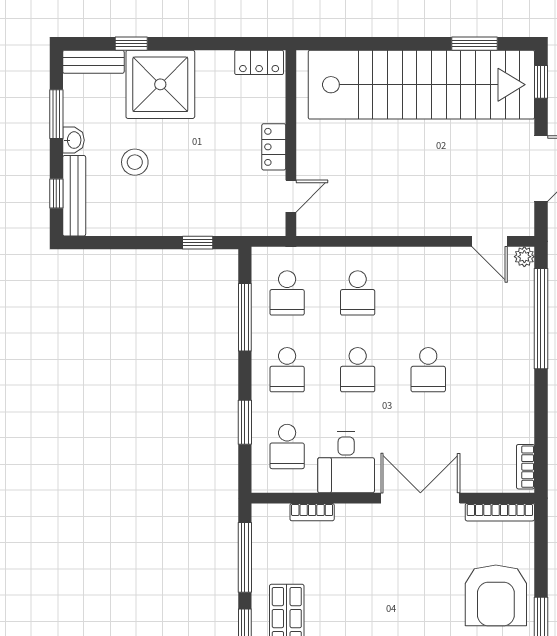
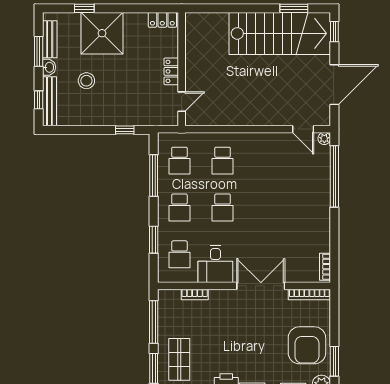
bench: (93, 62) -> (50, 39), moved, turned 90
stairs: (421, 85) -> (280, 33), width x0.73
school desk: (428, 370) -> (266, 207), removed

